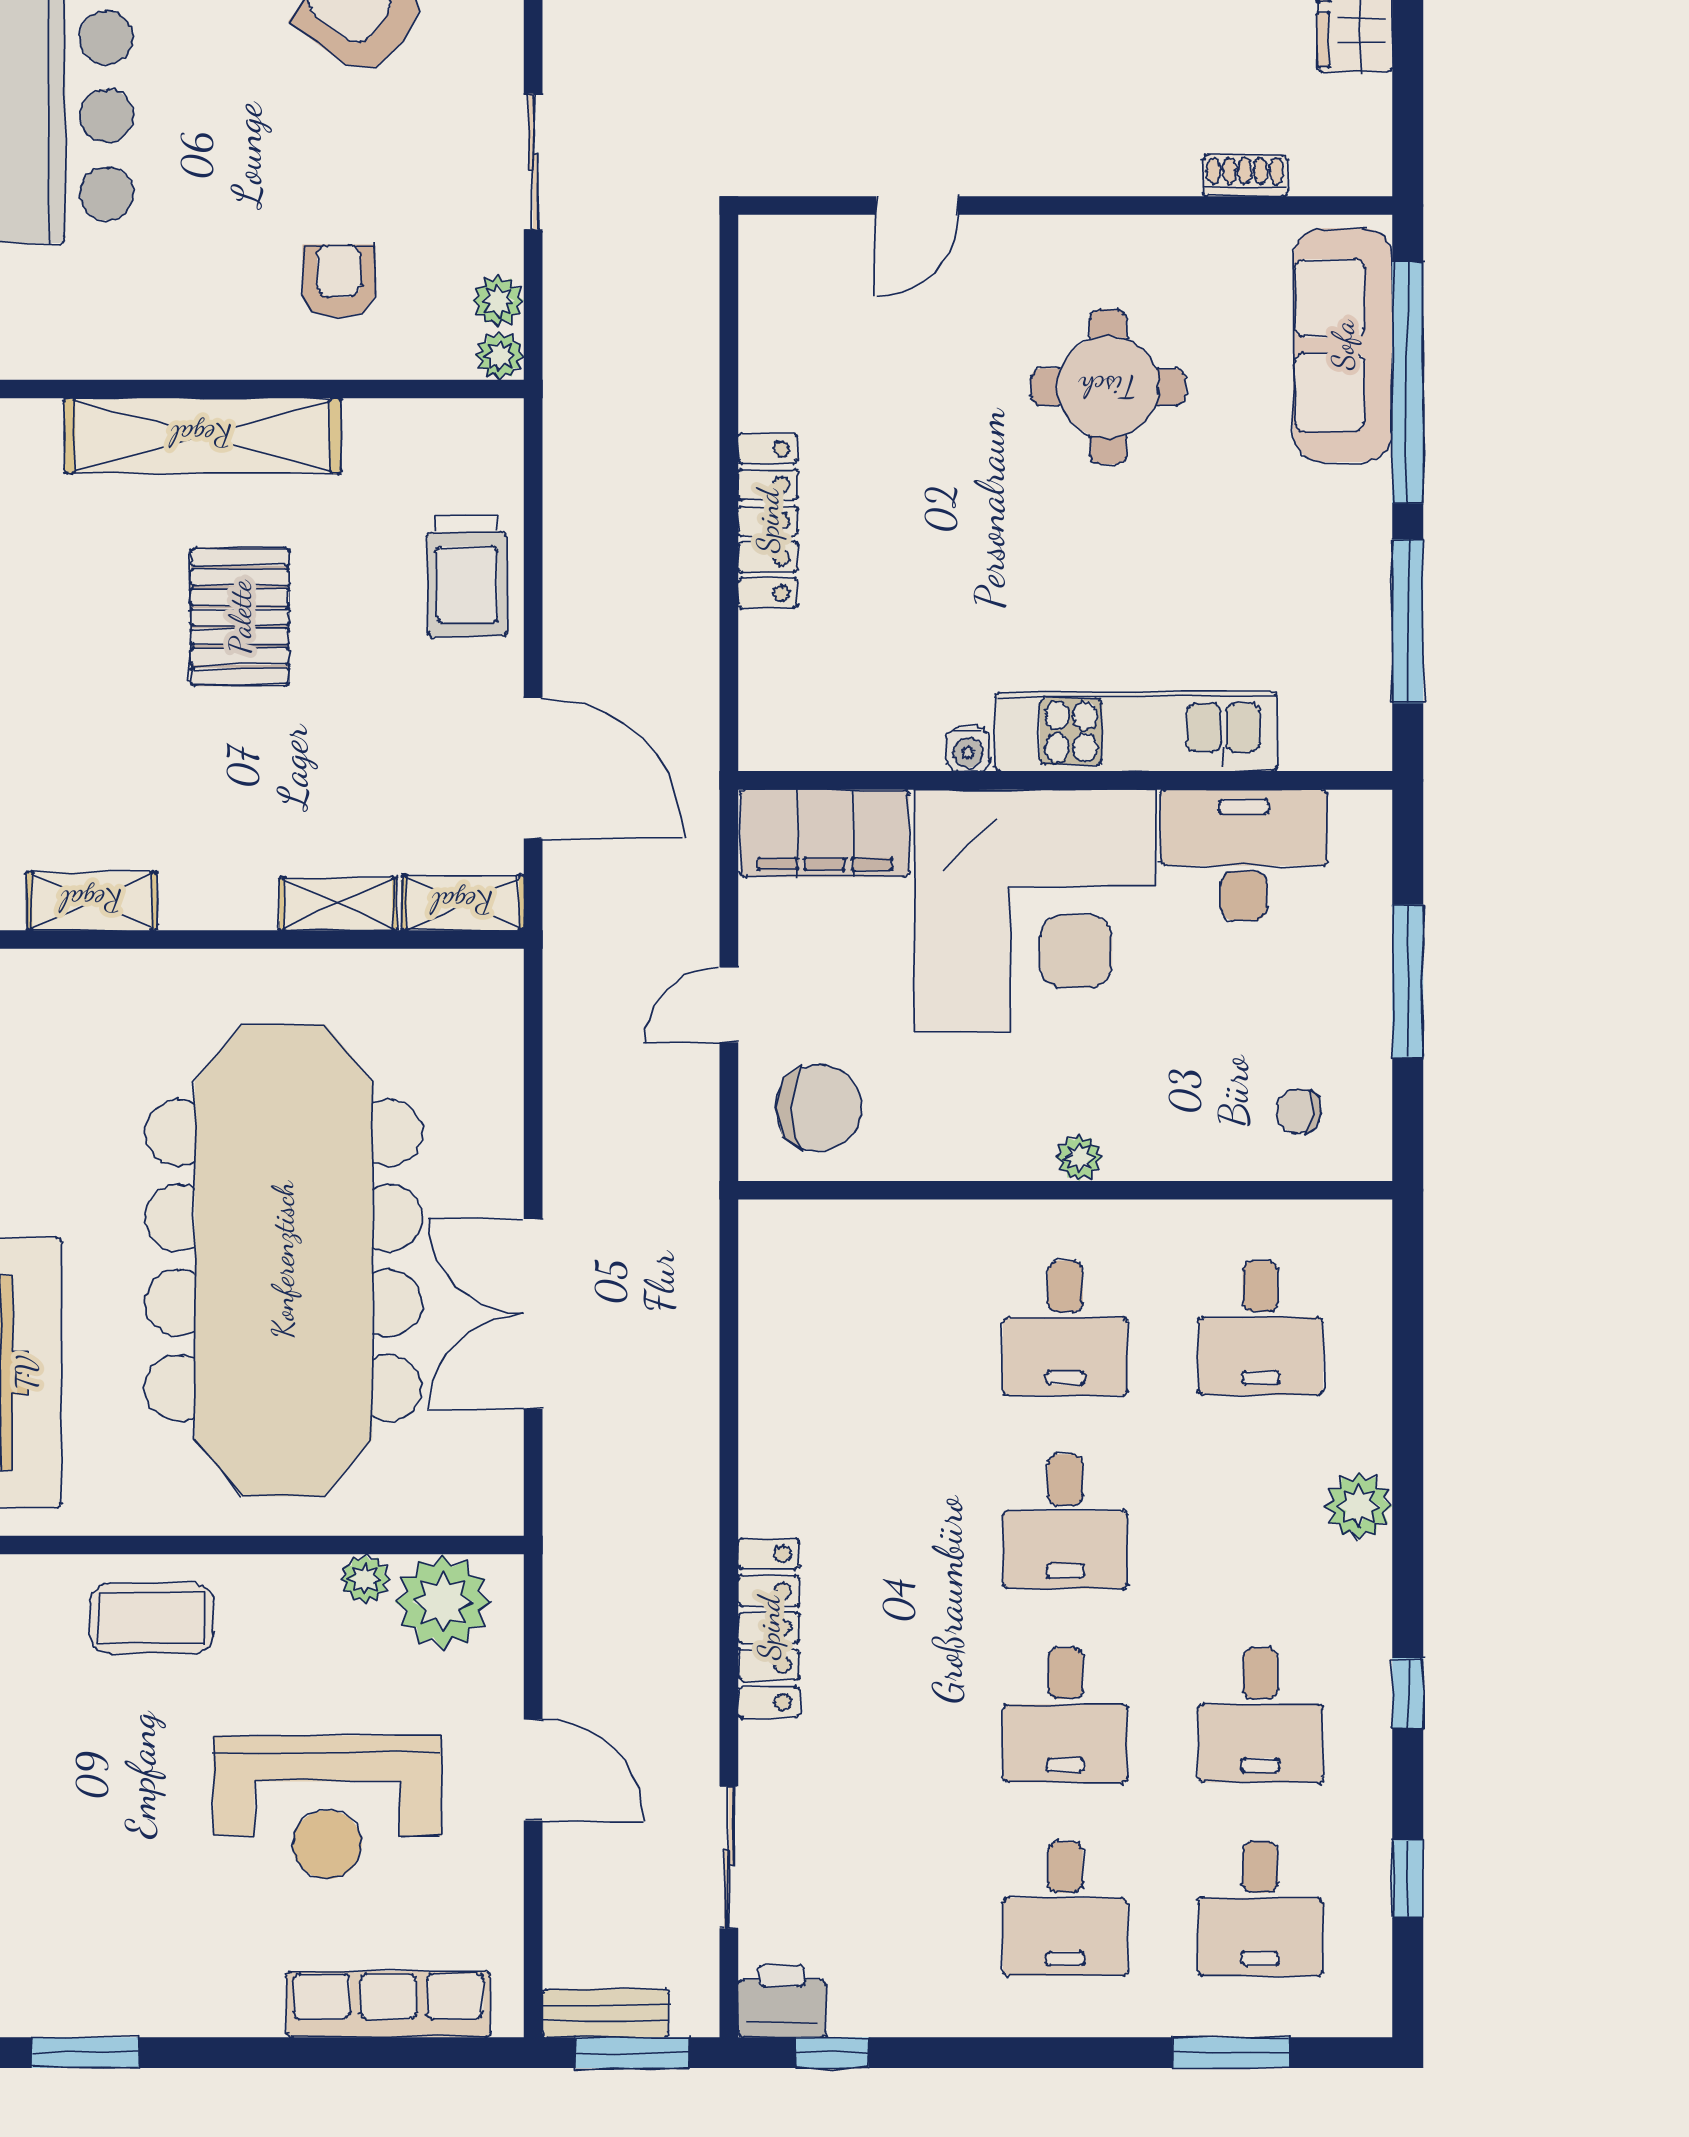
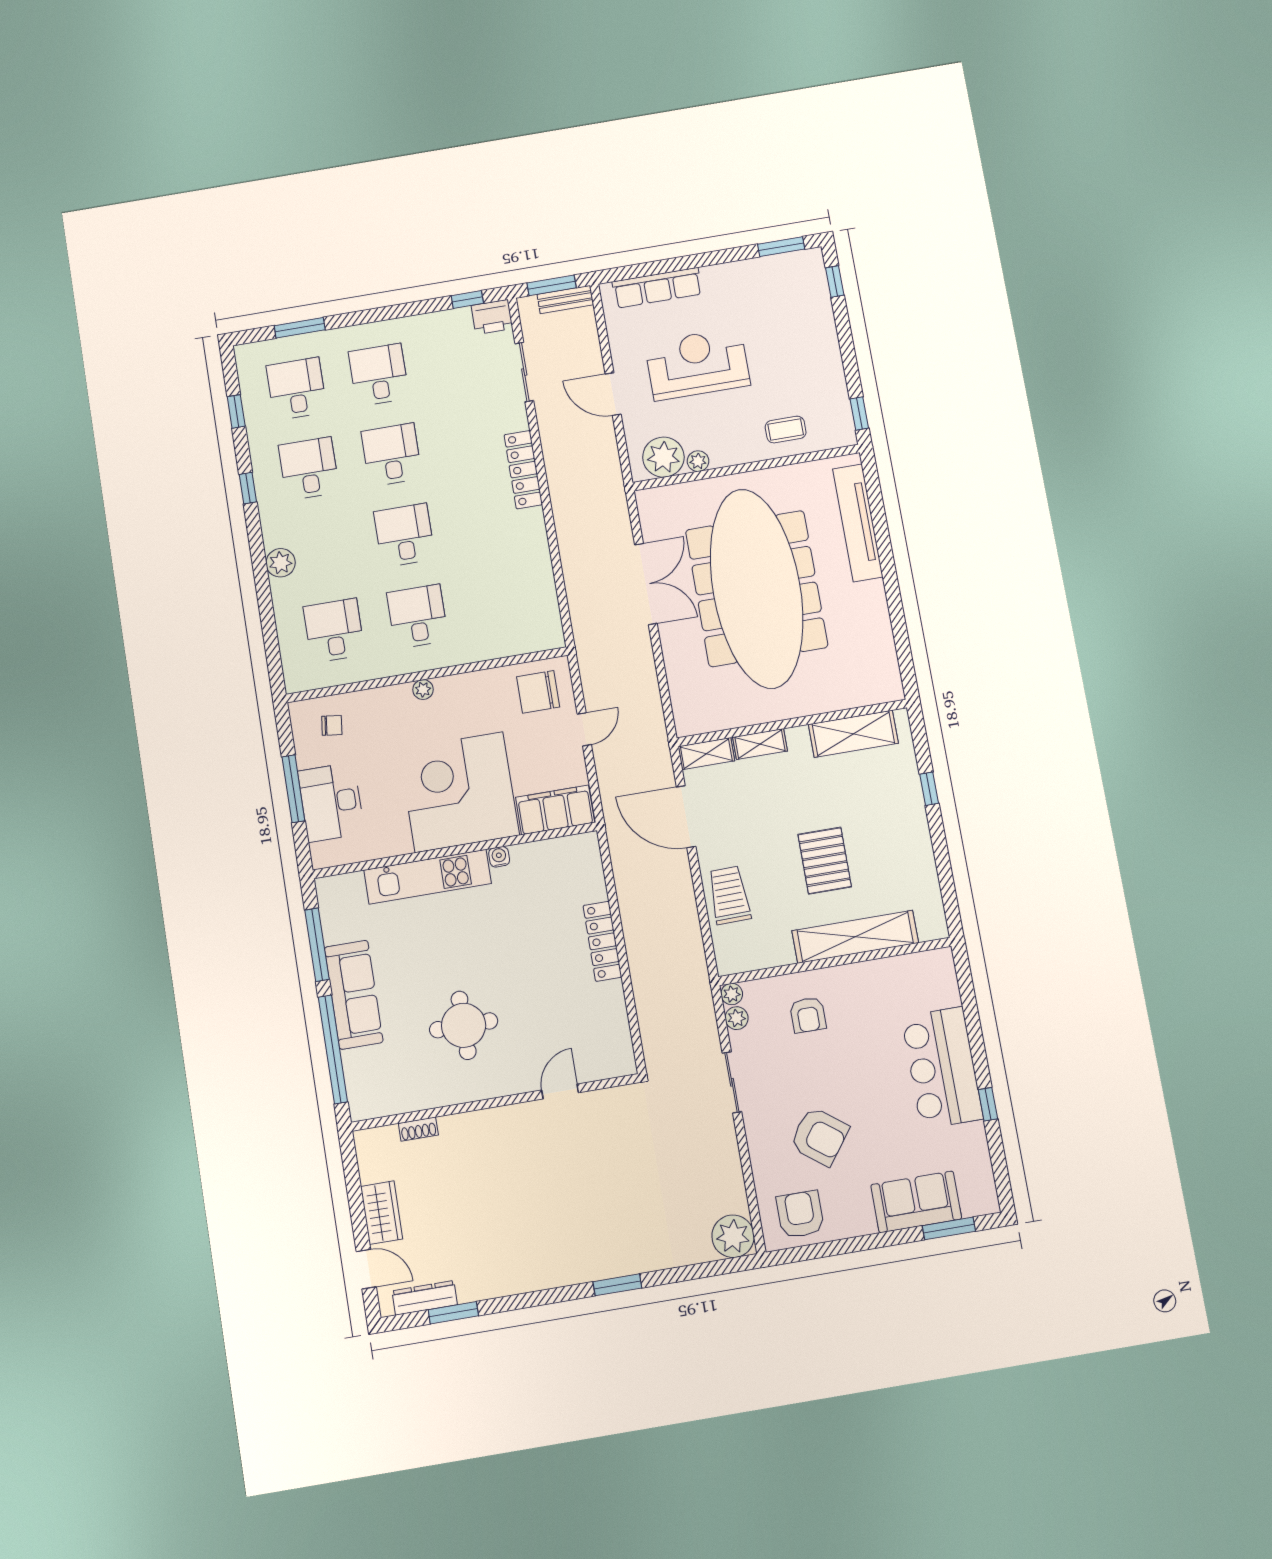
sofa: (1343, 345) -> (354, 995), moved
desk: (1244, 855) -> (331, 802), moved, turned 90
shelving: (92, 901) -> (853, 734), width x1.50, depth x1.33
coffee table: (152, 1618) -> (786, 430), width x0.73, depth x0.77

